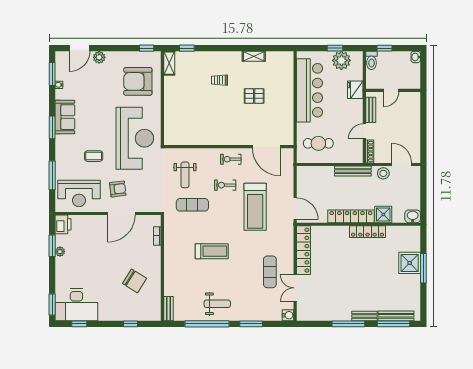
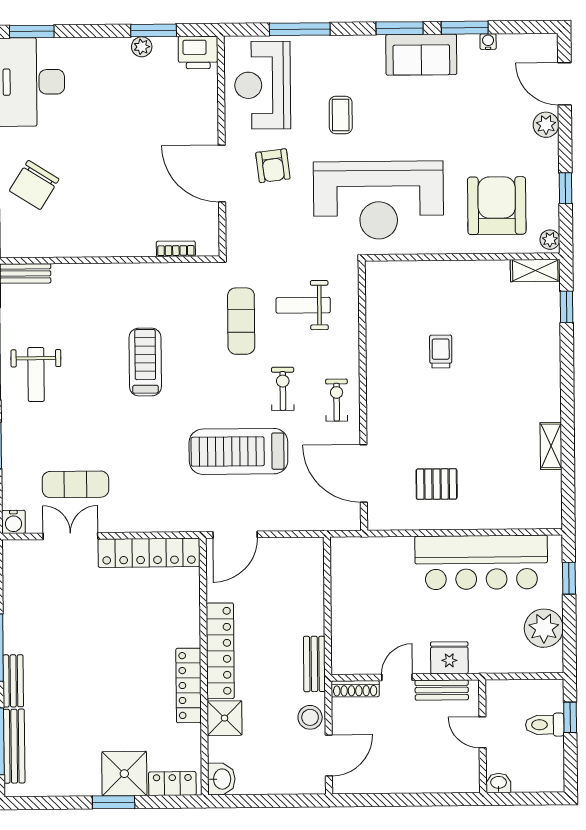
window: (147, 48) -> (566, 188), moved
window: (335, 48) -> (569, 578), moved
plant: (154, 56) -> (550, 240), added
washbasin: (416, 57) -> (499, 783), moved
toilet: (371, 60) -> (545, 725), moved
window: (52, 74) -> (465, 28), moved
trolley: (219, 80) -> (441, 351), moved
fridge: (355, 90) -> (449, 658), moved
pallet: (254, 96) -> (437, 484), moved, turned 90
door: (364, 131) -> (397, 677), hinge flipped
cafe table: (318, 143) -> (371, 582), removed
door: (266, 147) -> (364, 474), hinge flipped
bench: (353, 171) -> (314, 664), width x0.73
locker: (415, 240) -> (172, 784), added
treadmill: (212, 251) -> (145, 362), turned 180
window: (423, 268) -> (114, 802), width x0.69
exercise mat: (270, 272) -> (75, 484), moved
chair: (135, 281) -> (34, 185), moved

